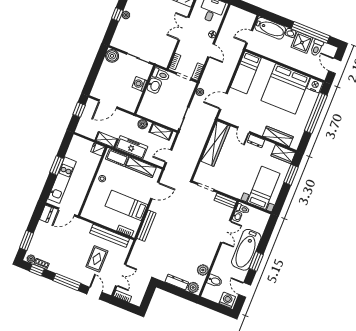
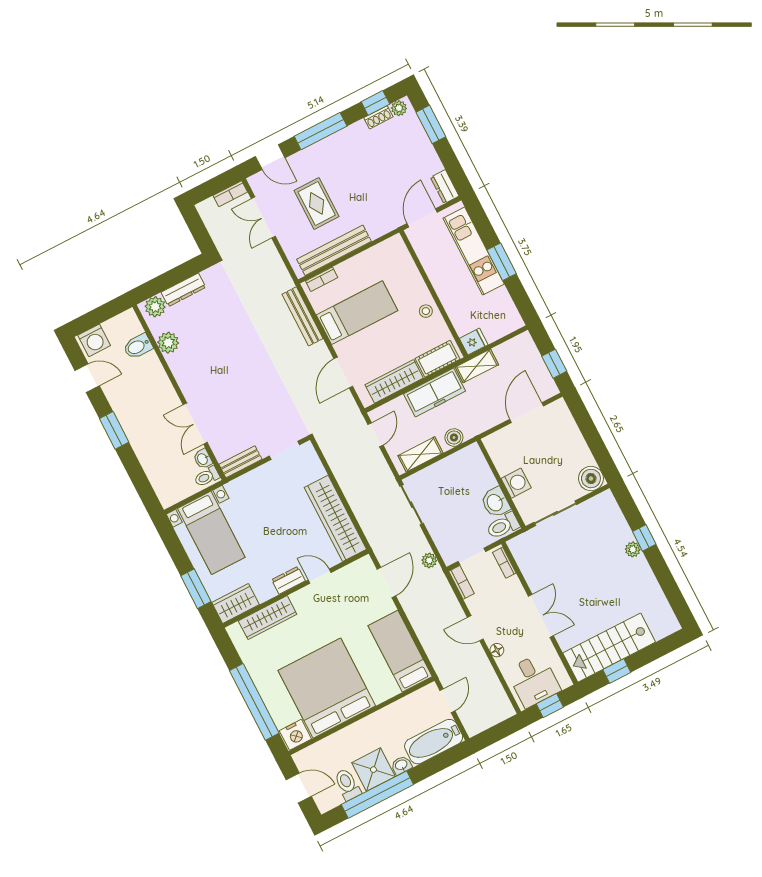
bathtub: (246, 250) -> (143, 431), removed

